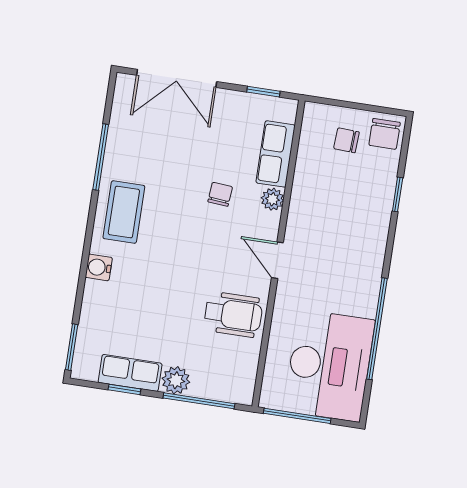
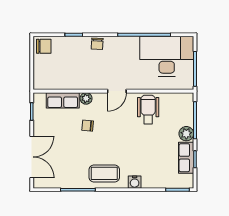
chair: (346, 140) -> (97, 44), moved

